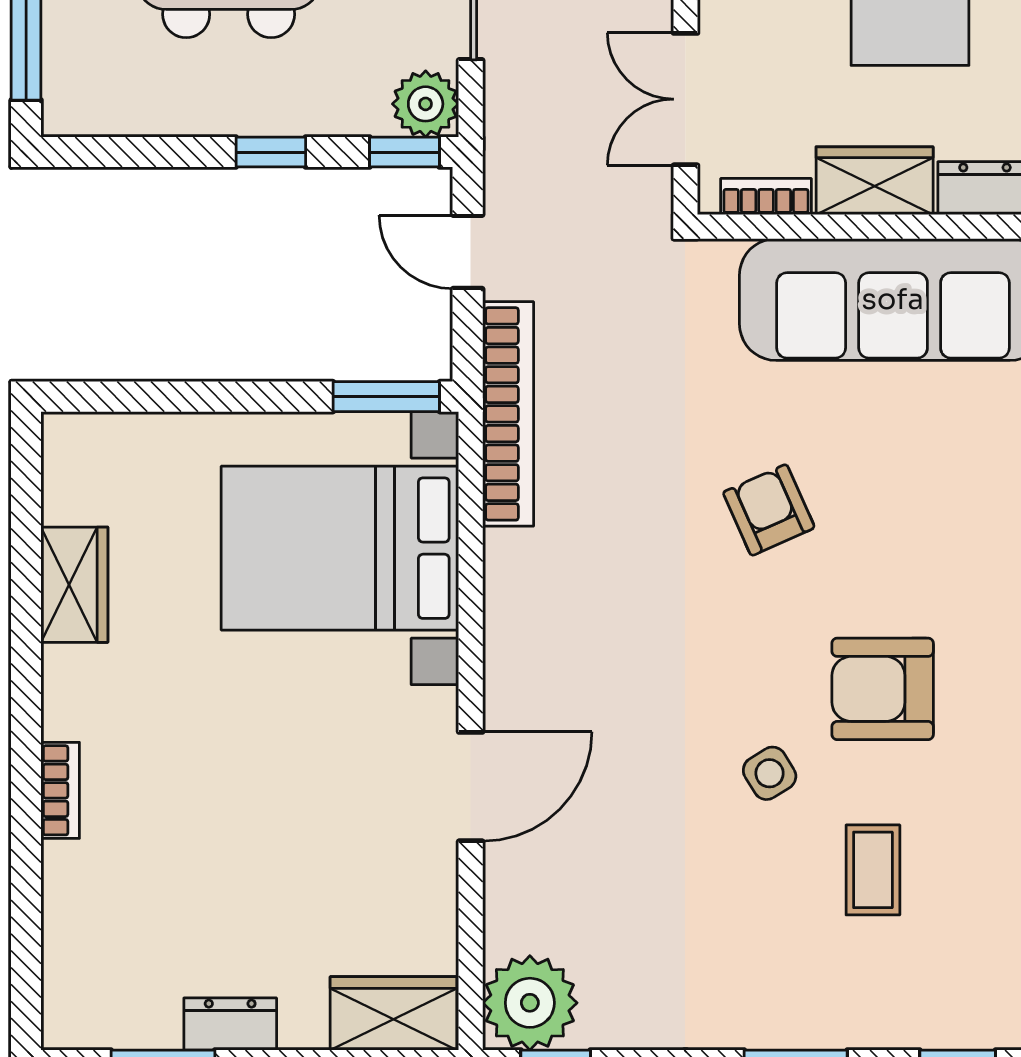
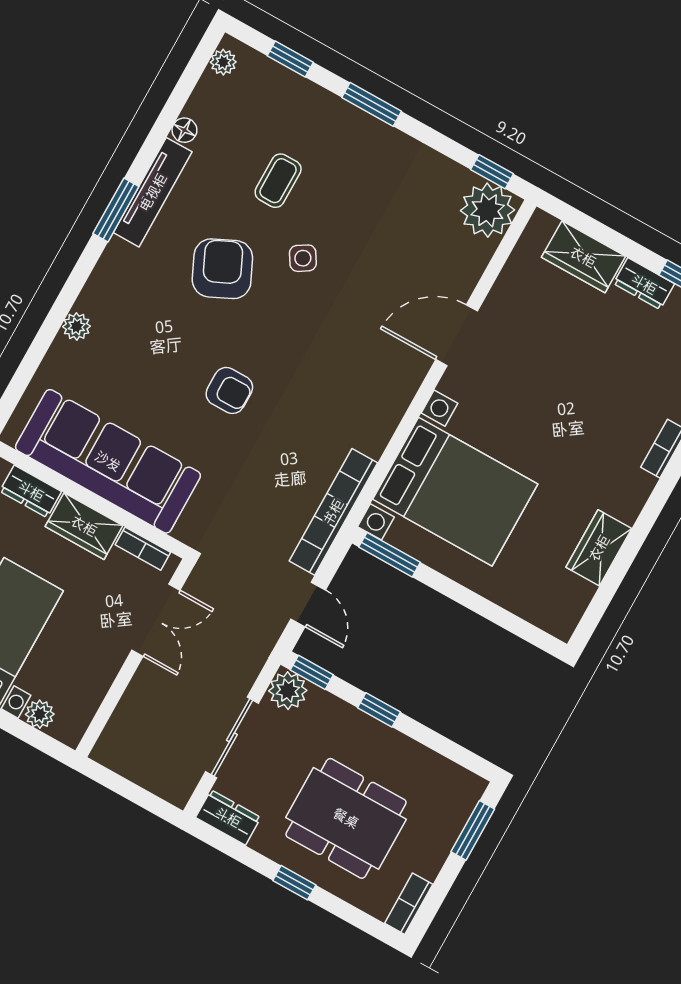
armchair: (769, 510) -> (229, 390), turned -66
armchair: (883, 689) -> (222, 269), turned -115
wardrobe: (393, 1013) -> (583, 257), moved

